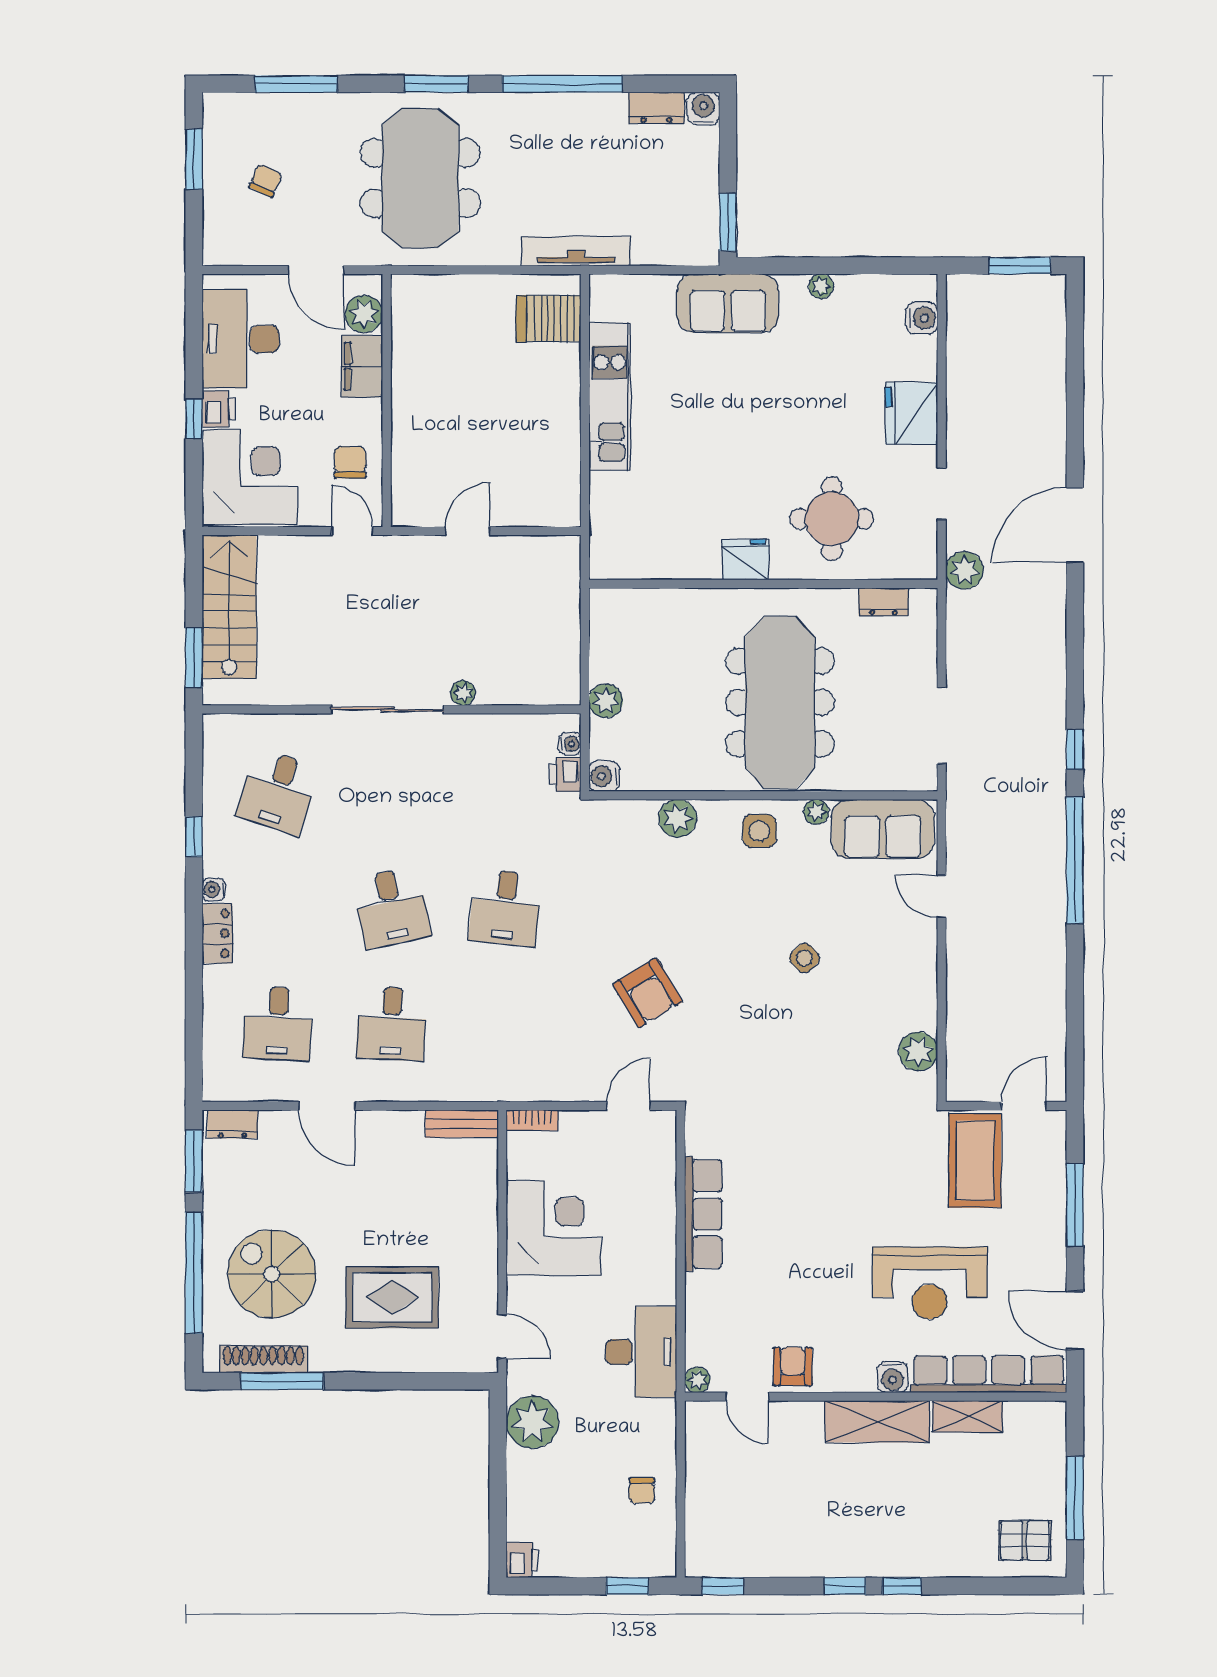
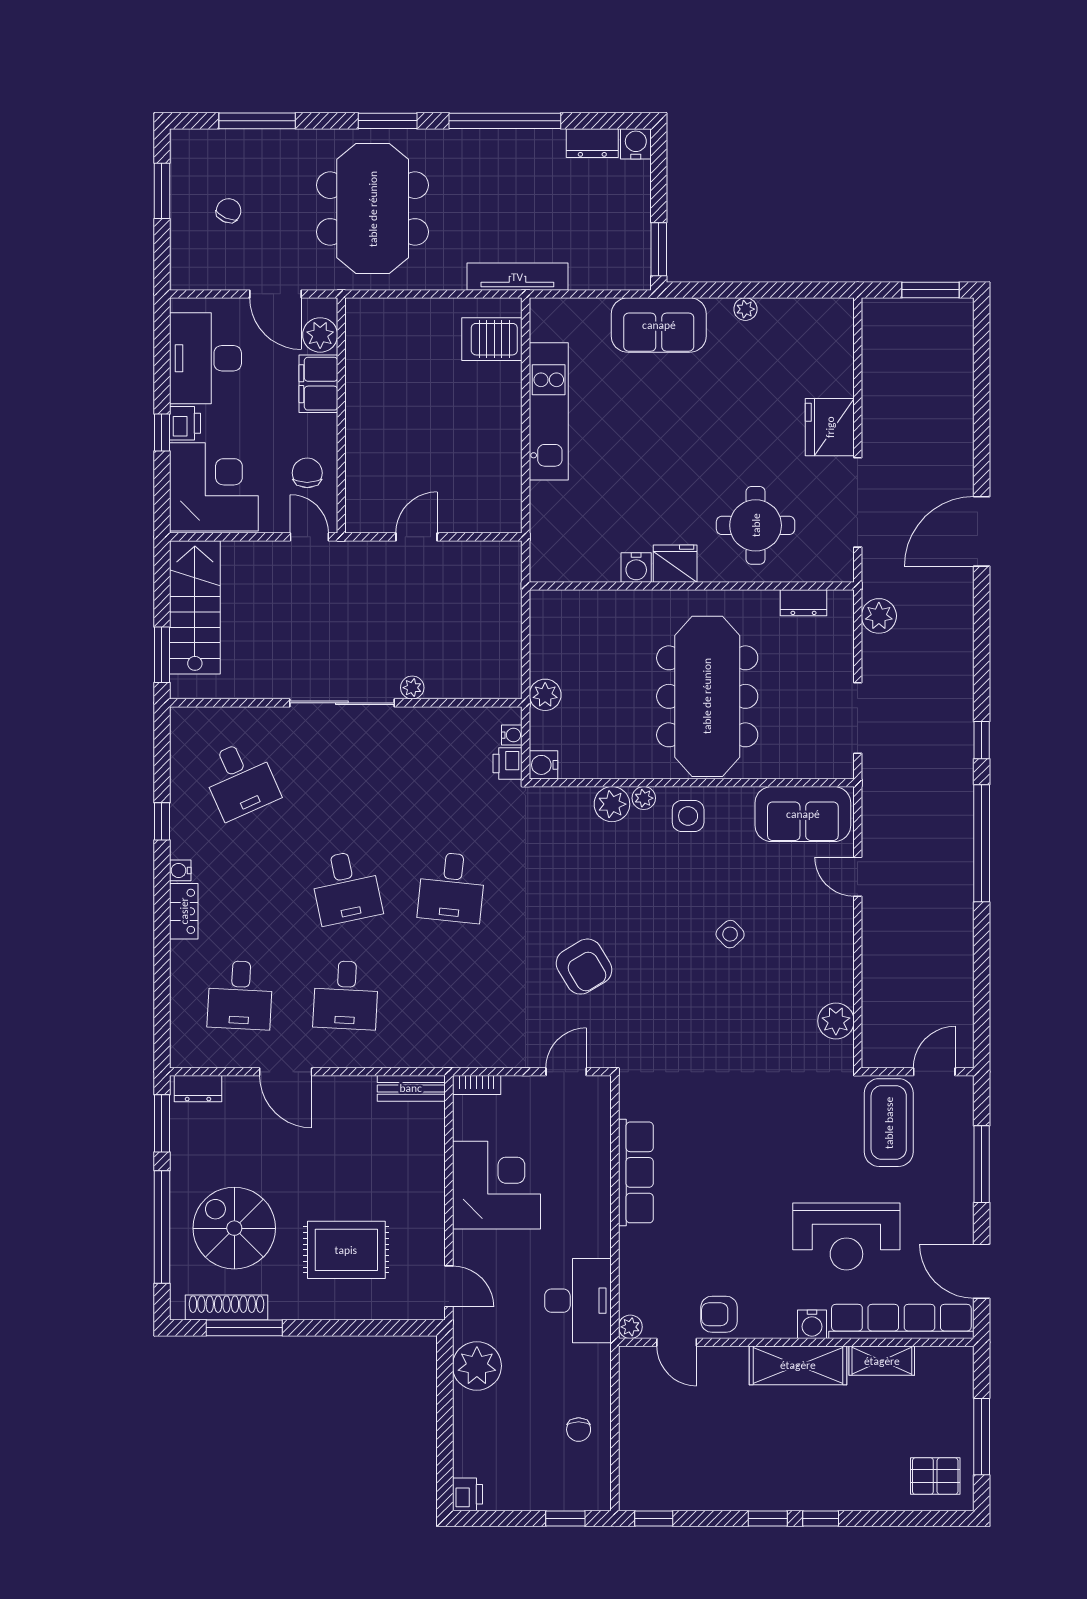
water cooler: (922, 318) -> (636, 567), moved, turned 90
doorway: (942, 494) -> (858, 502), width x1.88
plant: (964, 570) -> (879, 616), moved
desk: (278, 792) -> (240, 780), turned -42
plant: (816, 812) -> (644, 798), moved
armchair: (793, 1367) -> (719, 1314), turned -90

